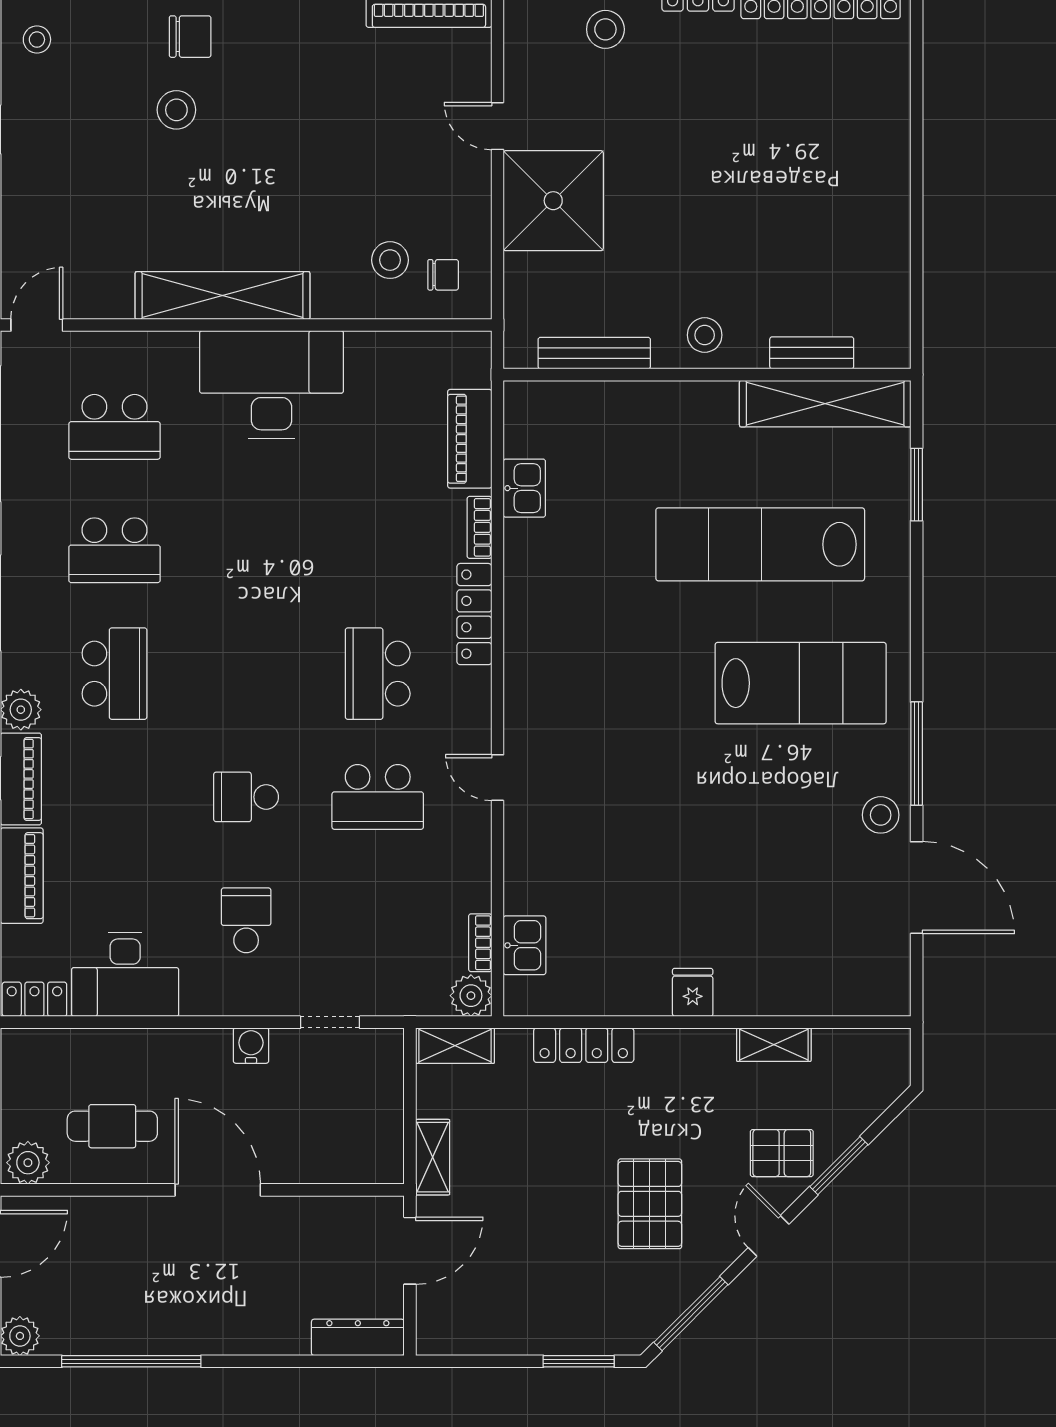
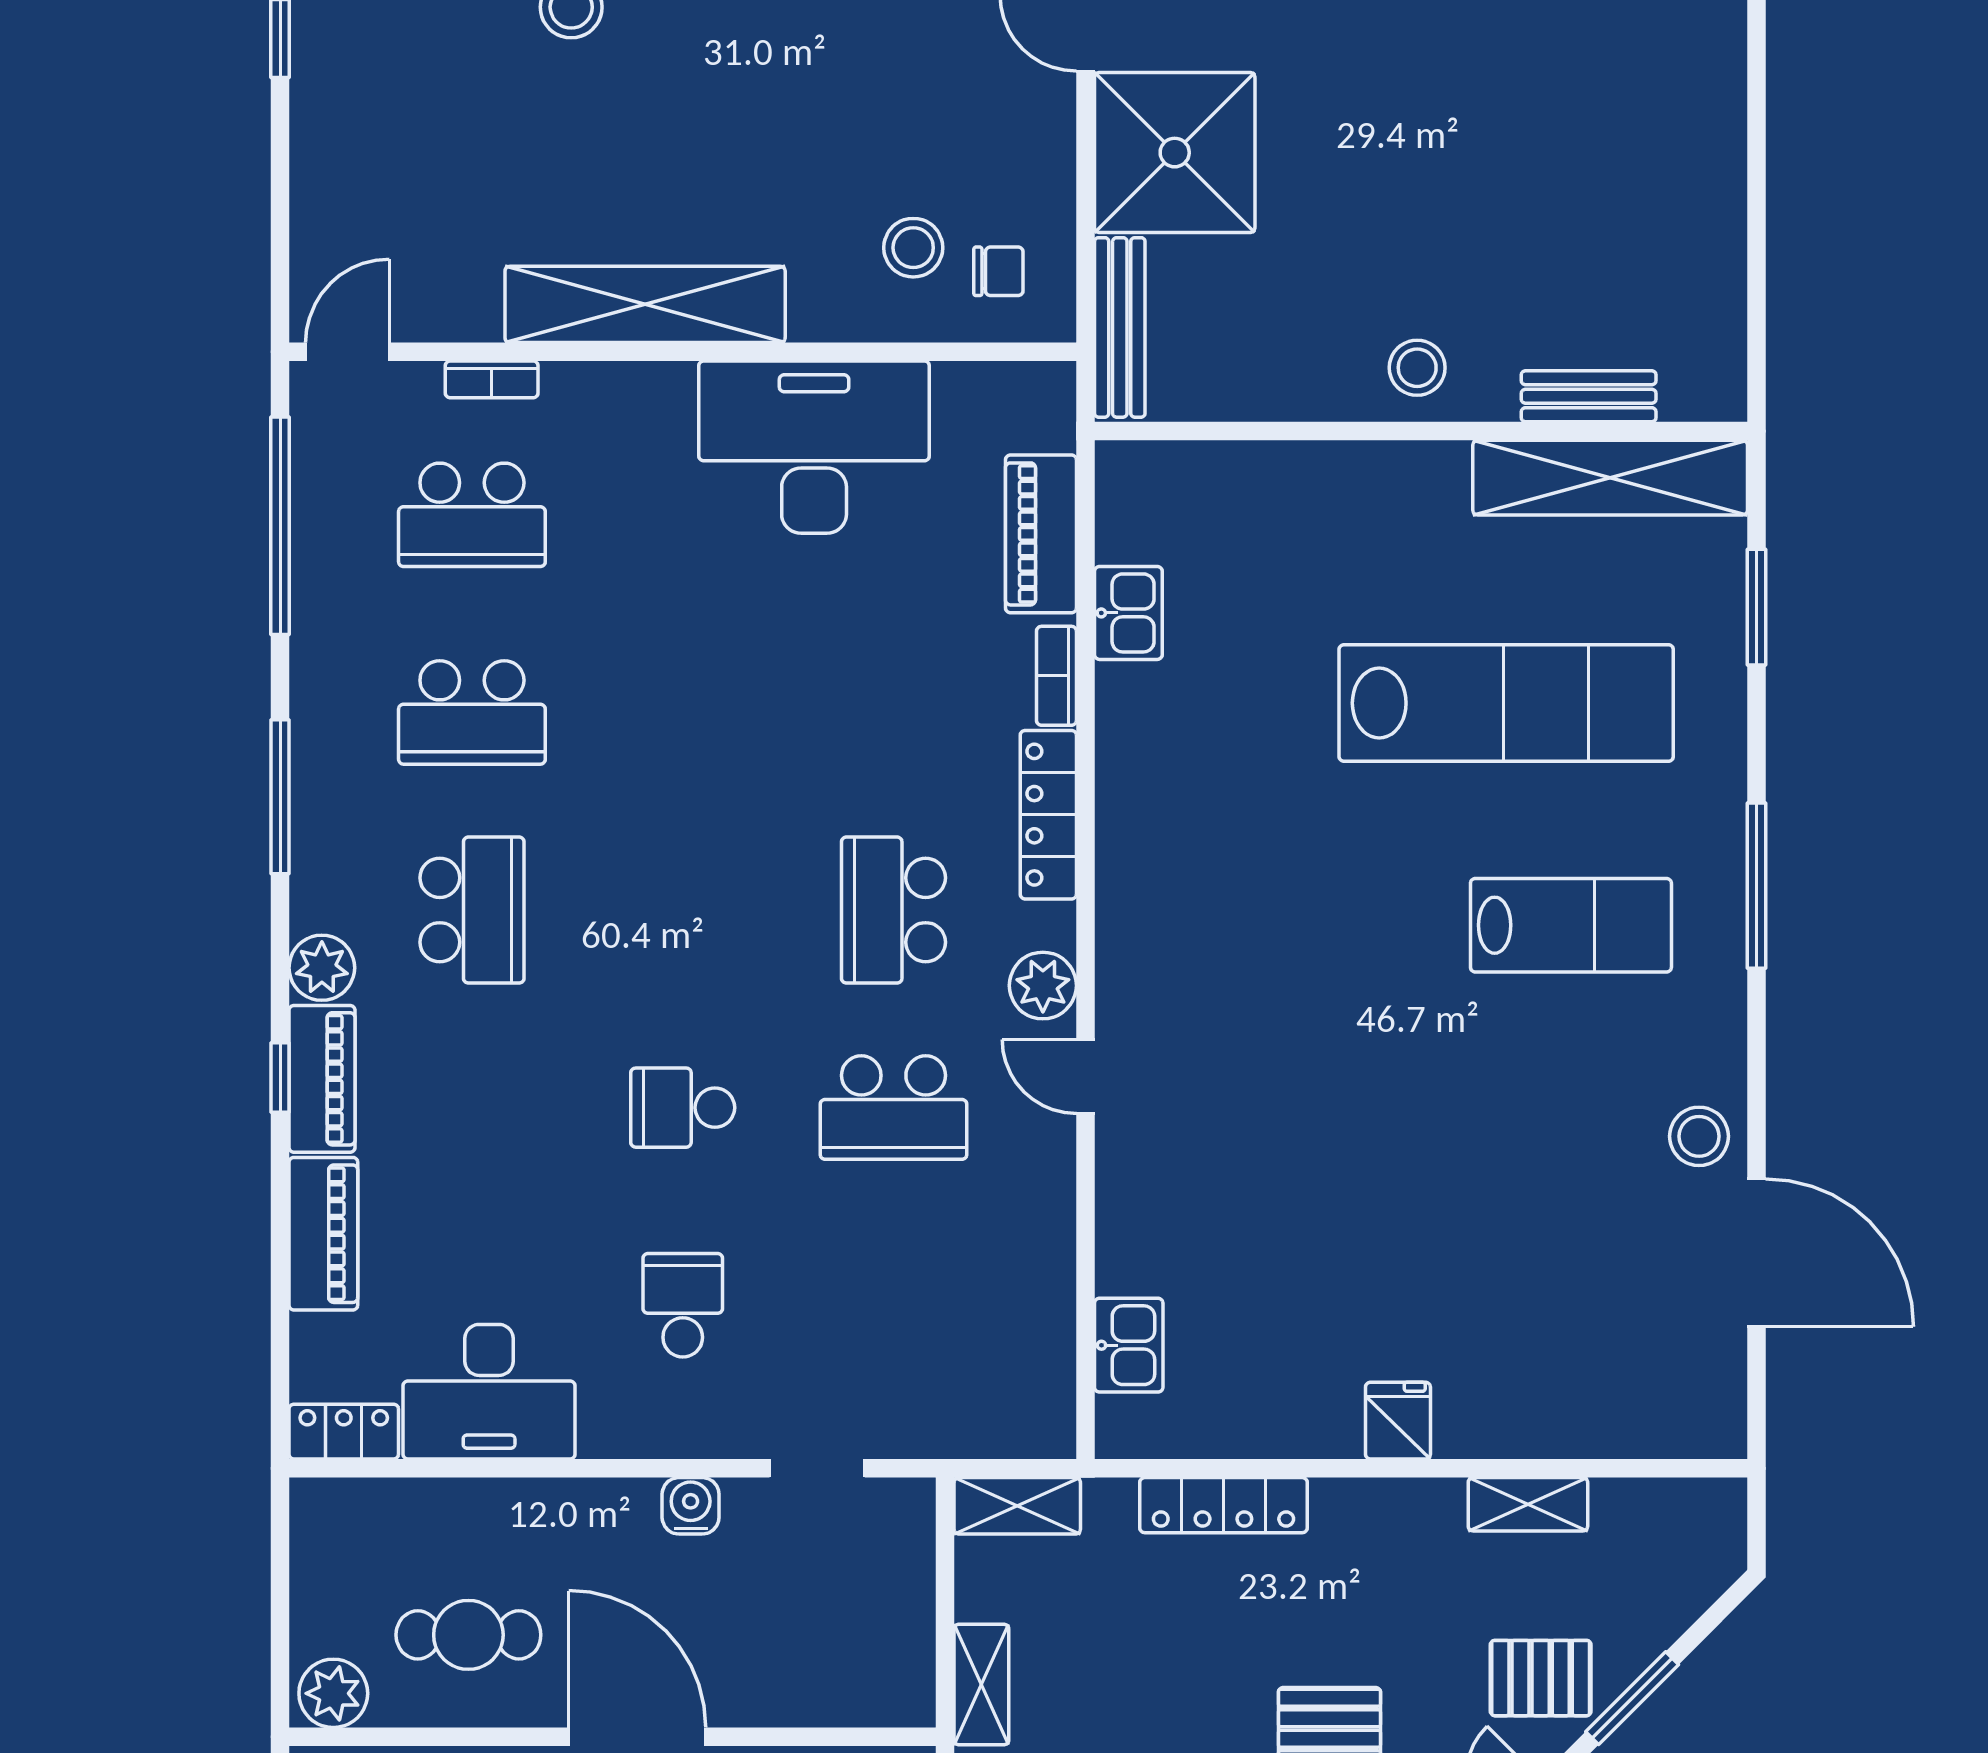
bench: (594, 353) -> (1120, 327), moved, turned 90
desk: (272, 385) -> (814, 447), moved
lab bench: (760, 544) -> (1506, 703), turned 180
lab bench: (801, 683) -> (1571, 925), width x0.73, depth x0.72
window: (917, 754) -> (1757, 886), moved
bookcase: (480, 943) -> (492, 379), moved, turned -90
plant: (471, 996) -> (1043, 986), moved

